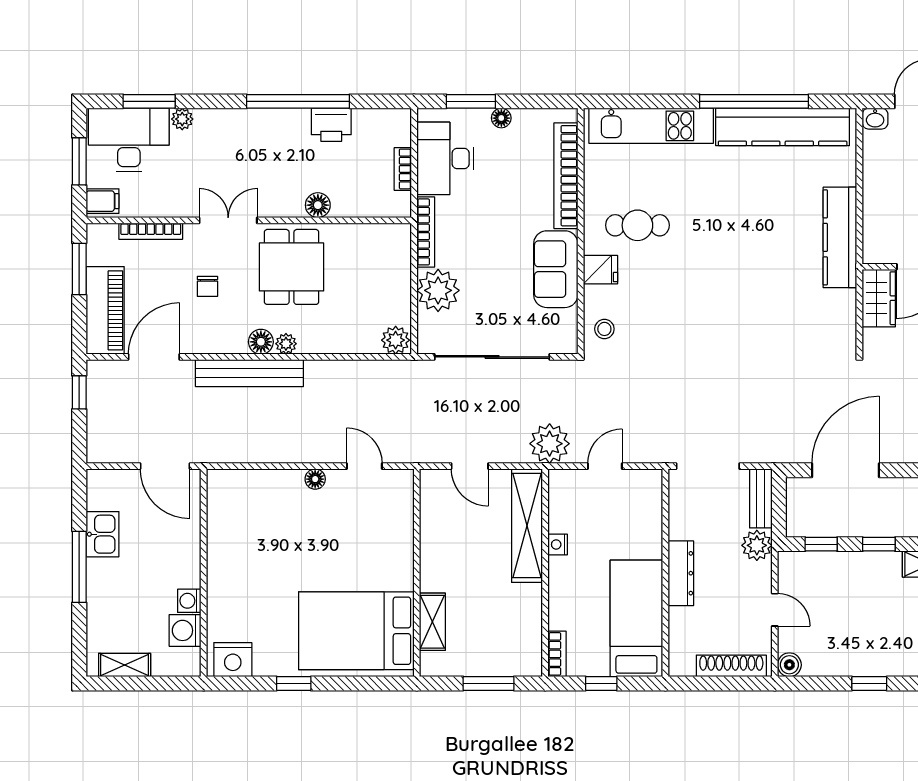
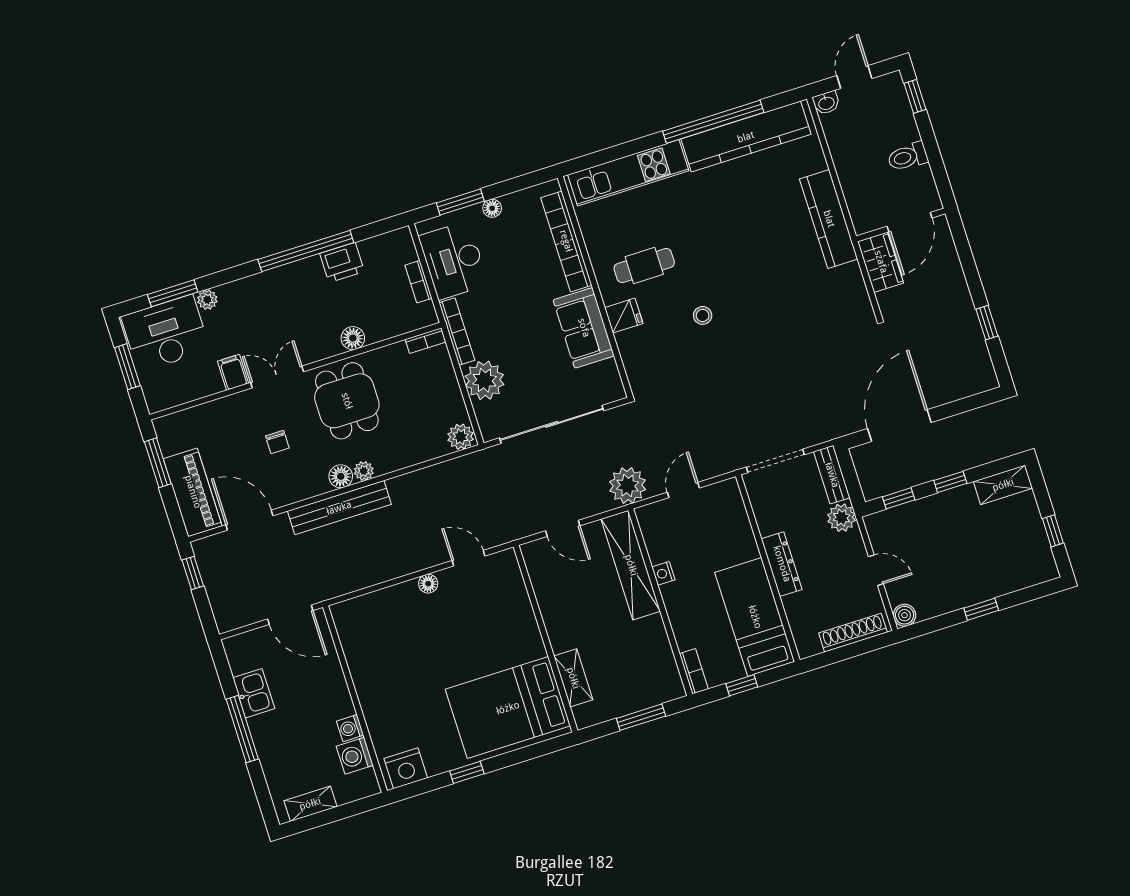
filing cabinet: (102, 201) -> (233, 372), moved, turned -90
bookcase: (151, 231) -> (426, 341), moved, width x0.64
stool: (604, 329) -> (703, 315), moved
door: (154, 357) -> (249, 520), hinge flipped

